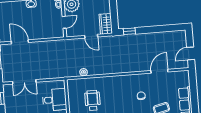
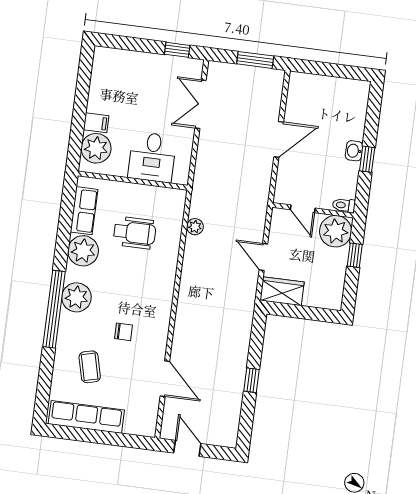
window: (129, 31) -> (252, 380), moved
door: (91, 36) -> (263, 257), hinge flipped
door: (20, 42) -> (279, 139), moved

